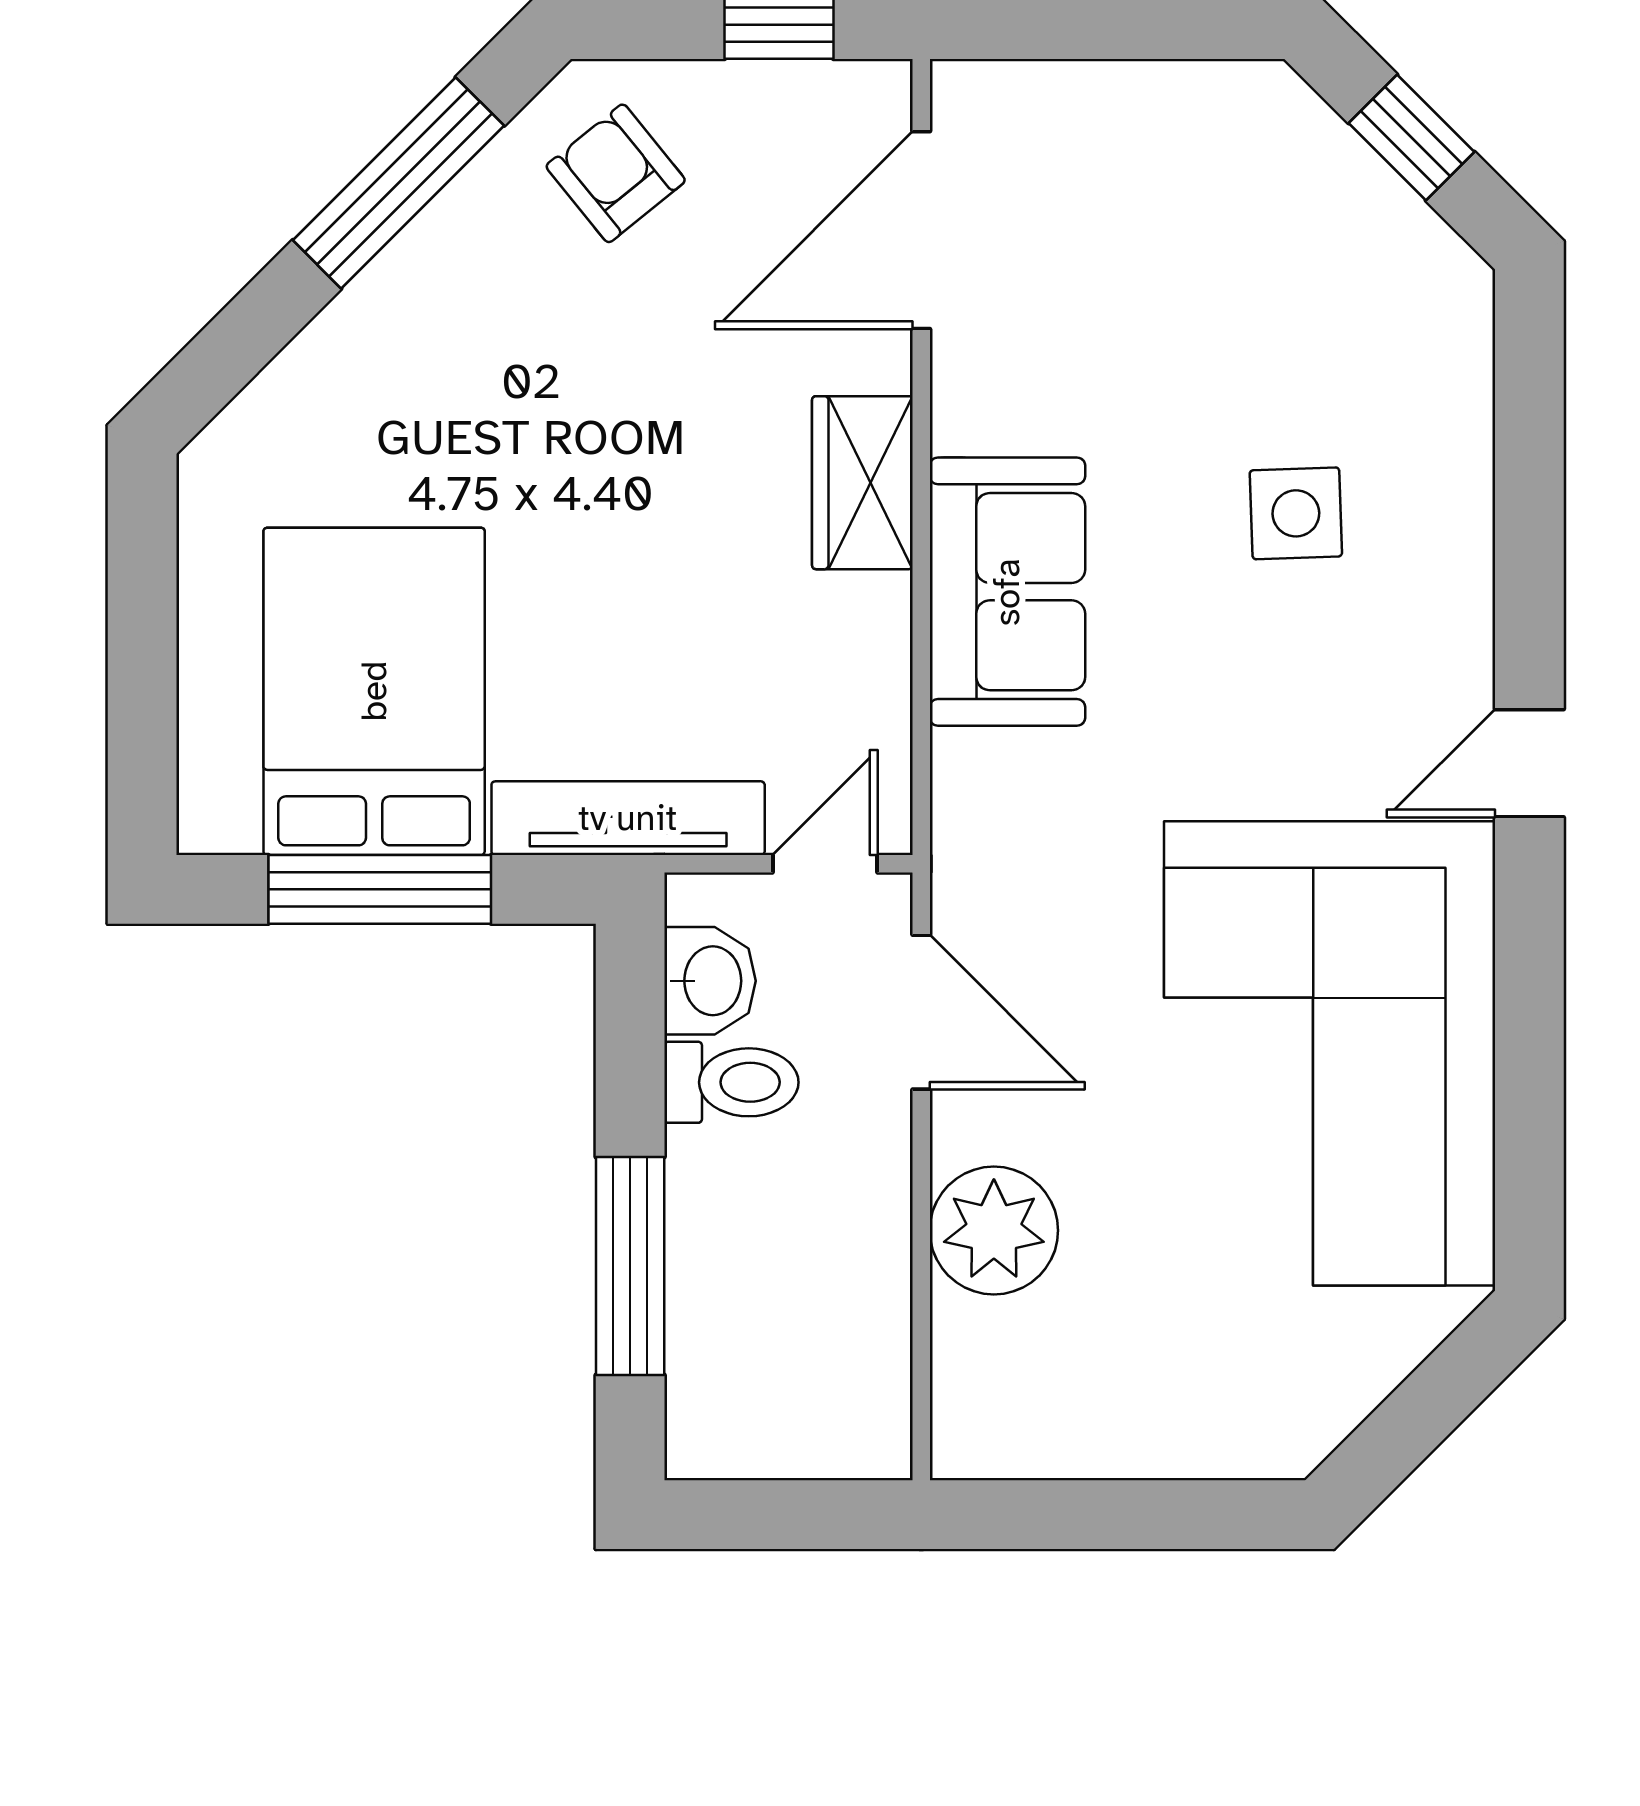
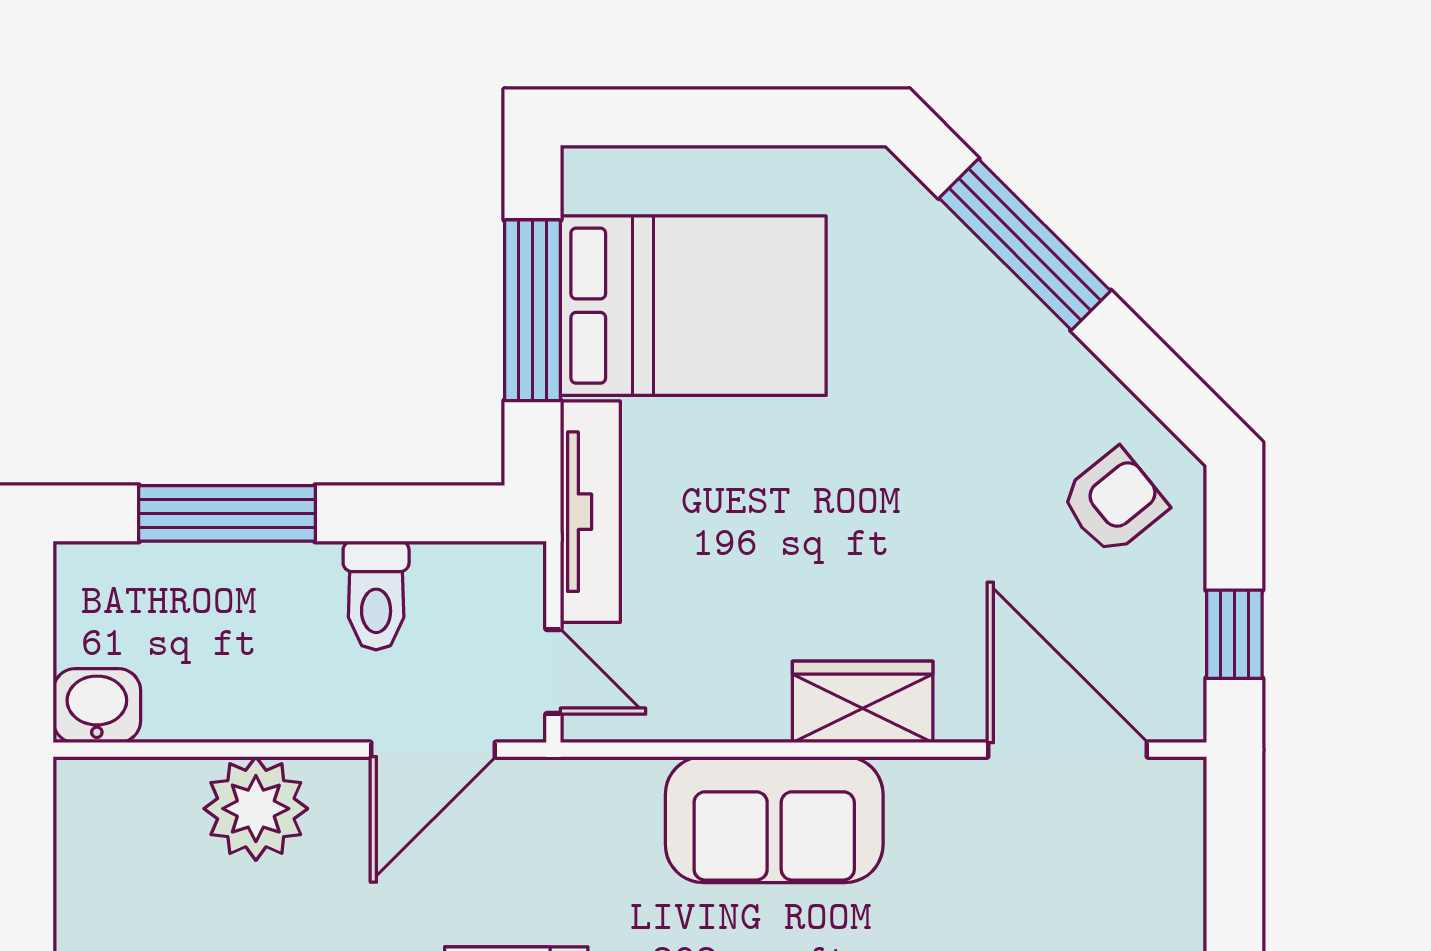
window: (398, 183) -> (1025, 244), moved
washbasin: (710, 981) -> (97, 706), moved, turned 180

